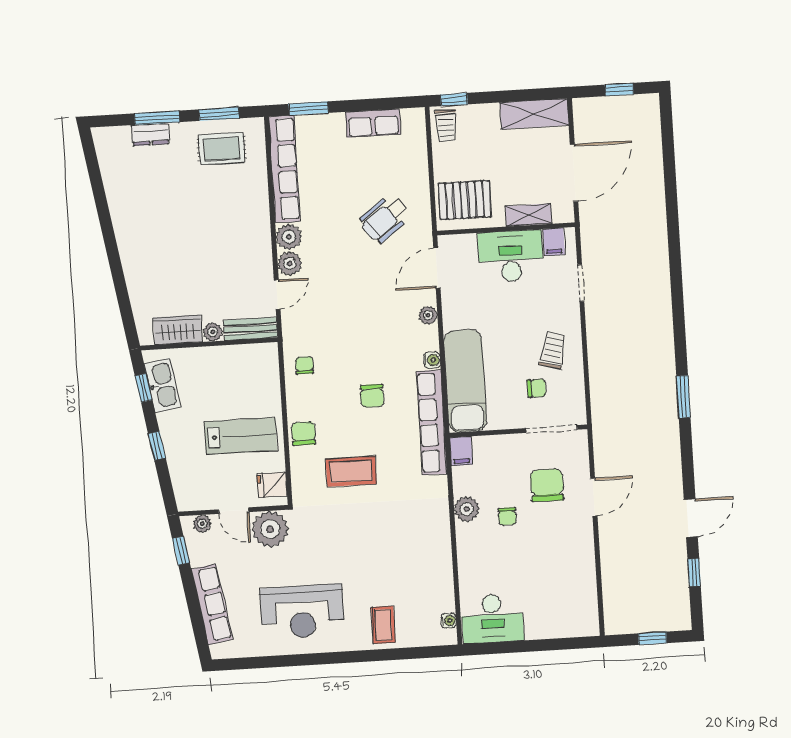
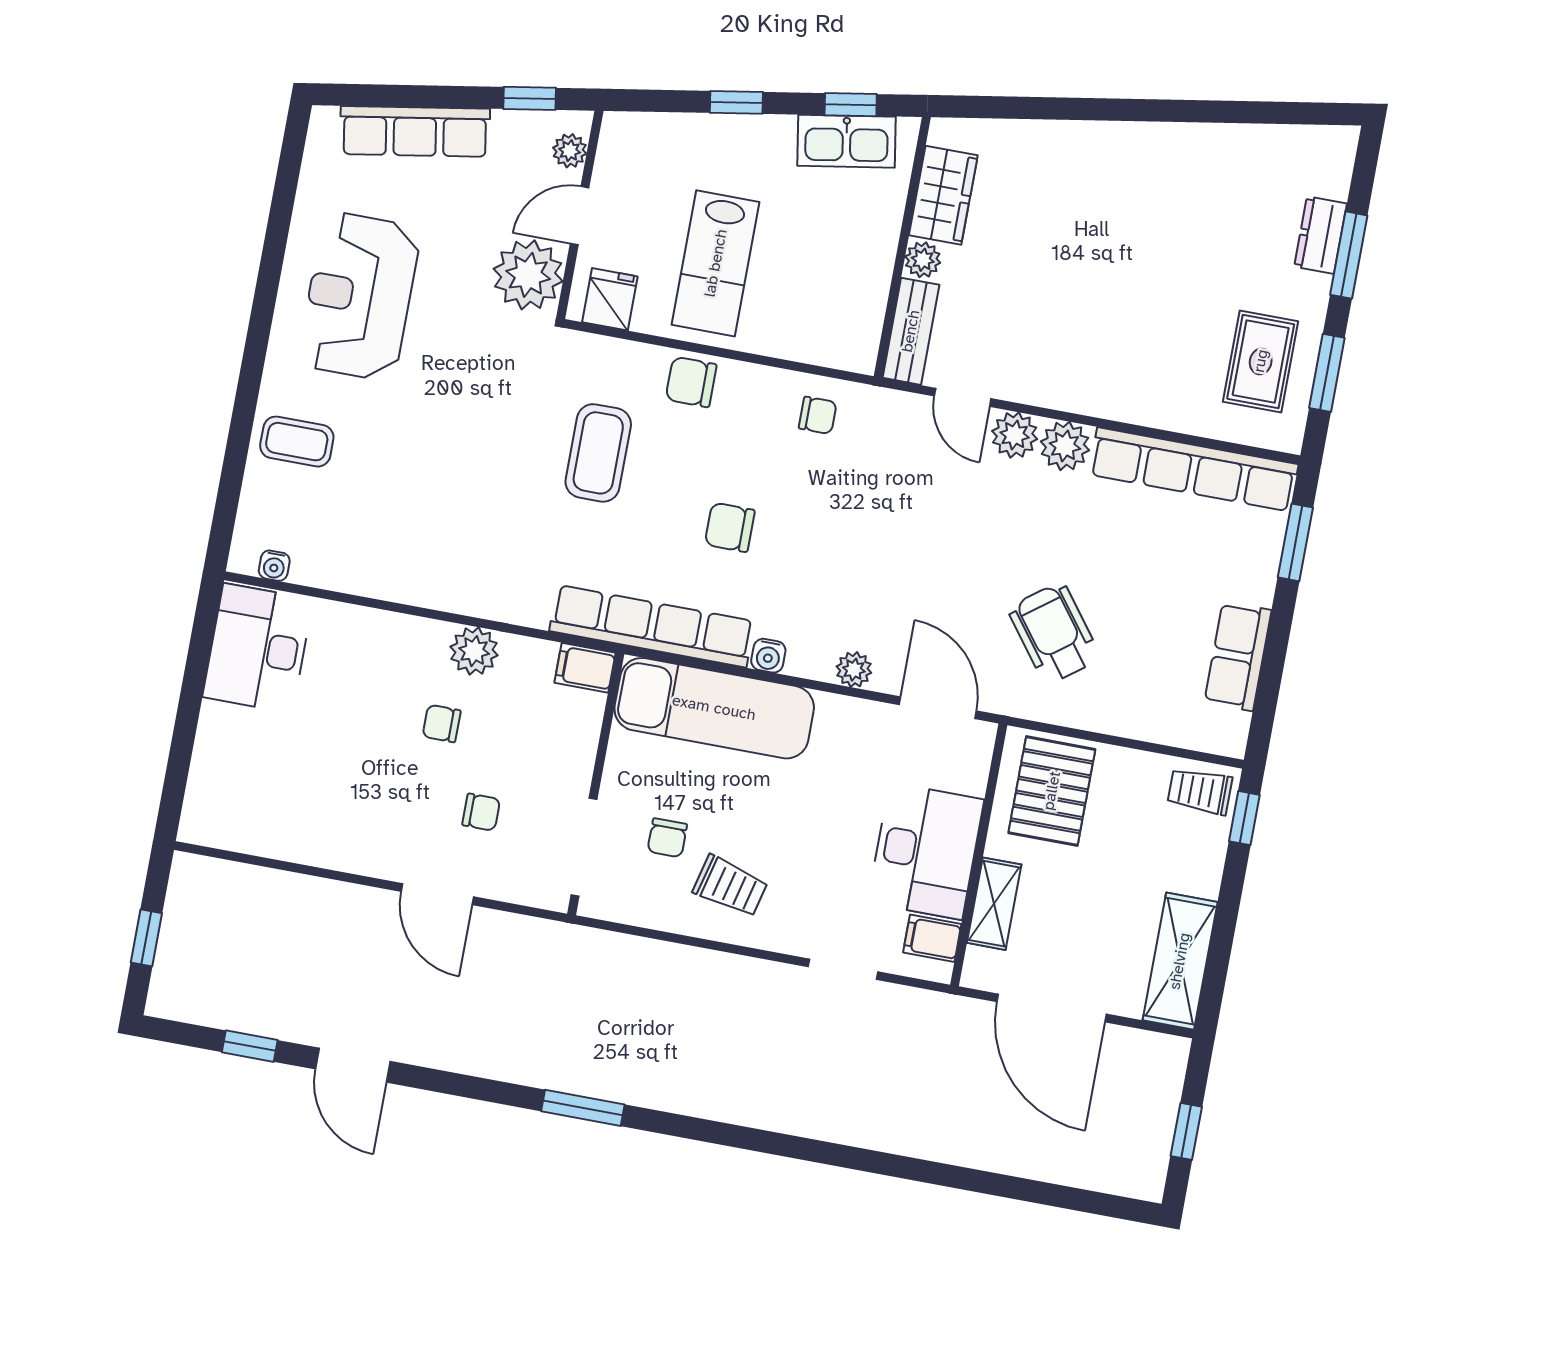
chair: (304, 433) -> (691, 382), turned 180
chair: (547, 485) -> (481, 812), width x0.54, depth x0.54

